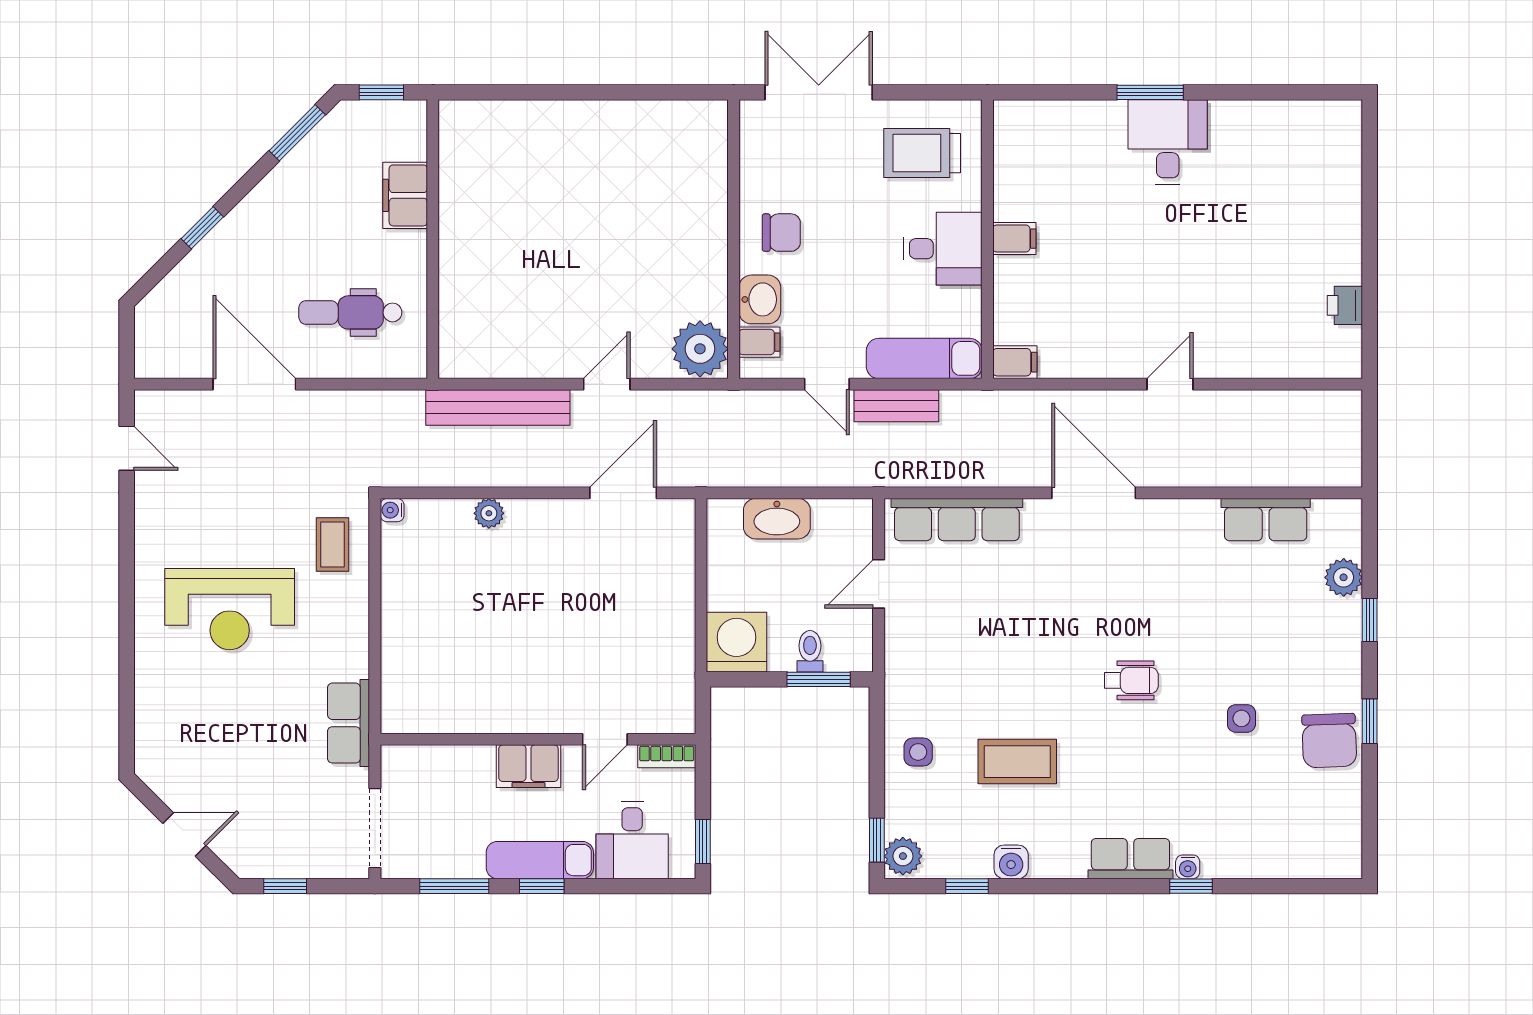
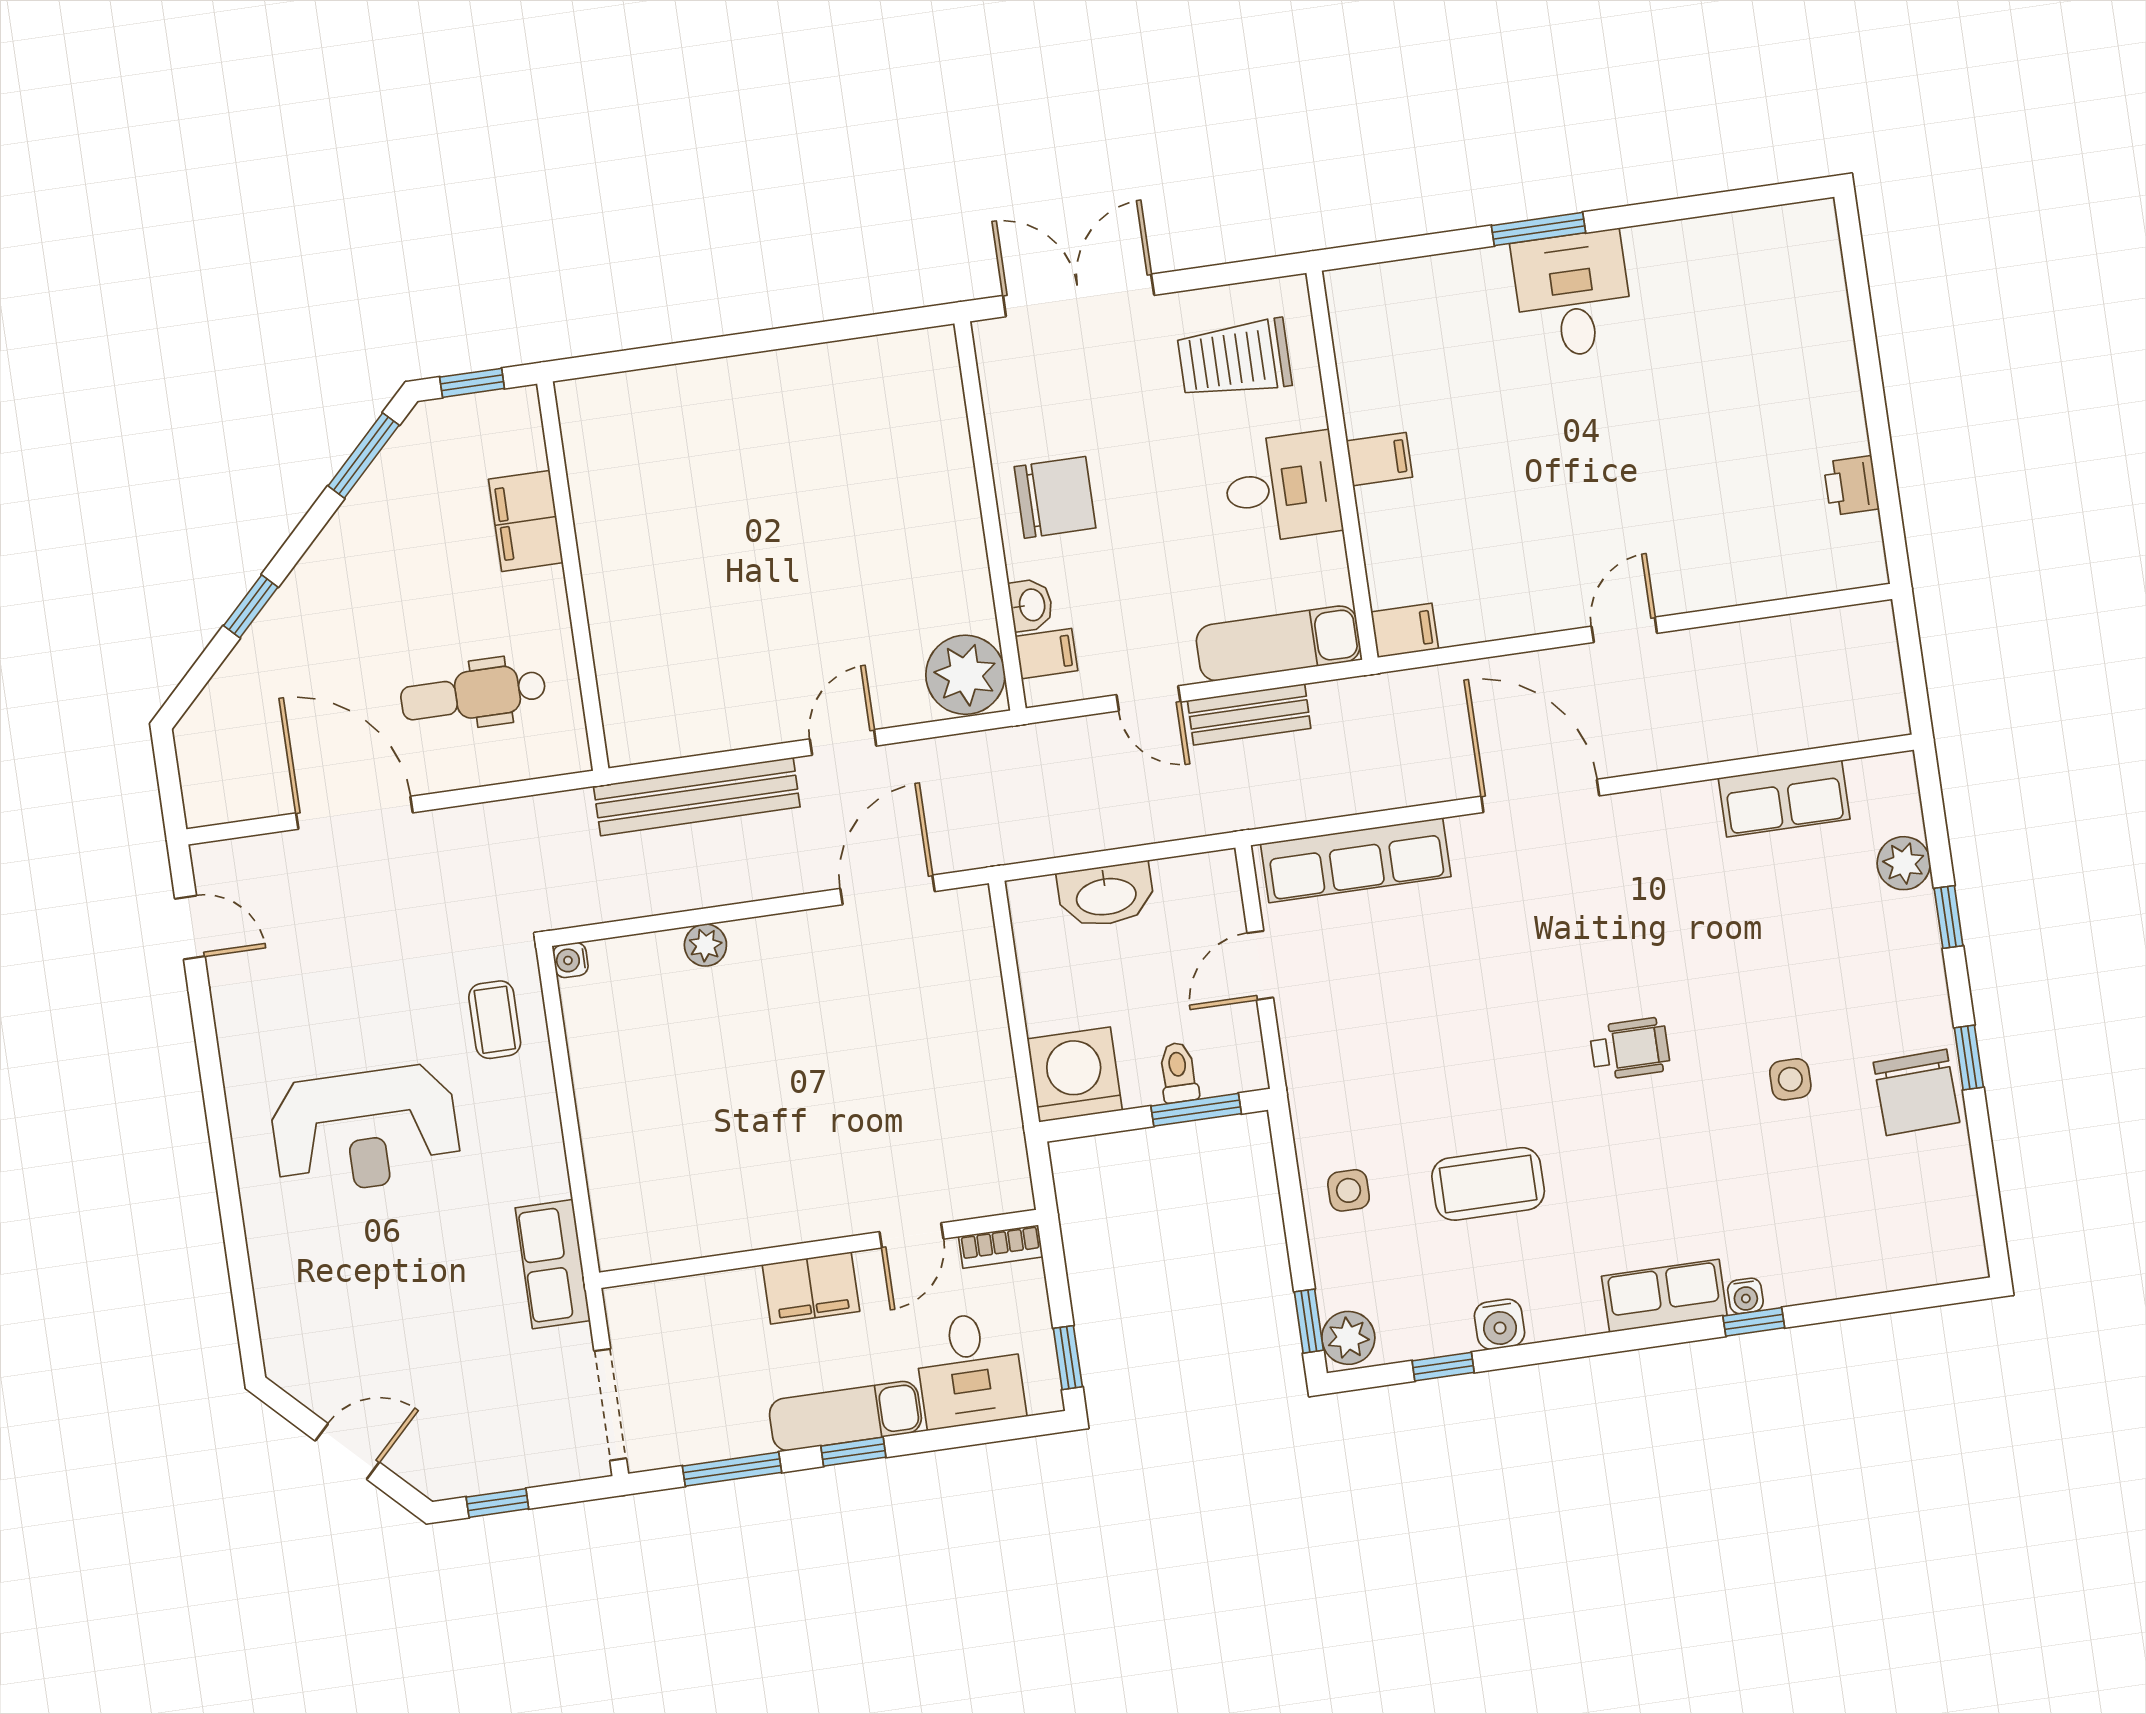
chair: (781, 233) -> (1055, 497), width x1.37, depth x1.37
washbasin: (760, 299) -> (1031, 605), width x0.72, depth x0.69

